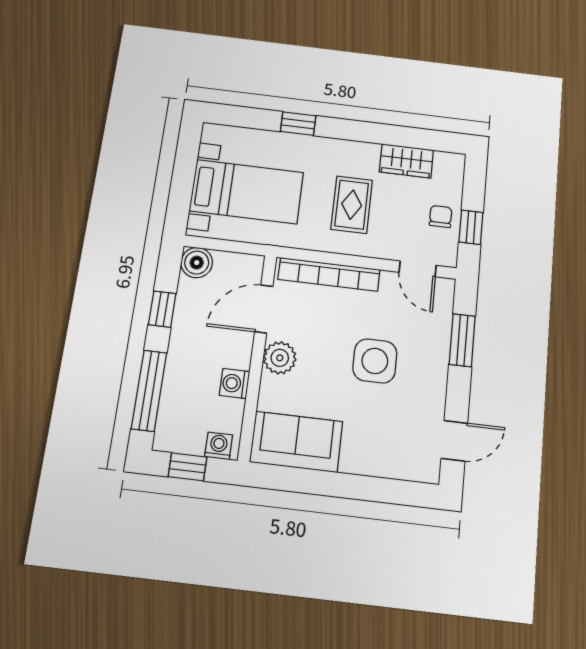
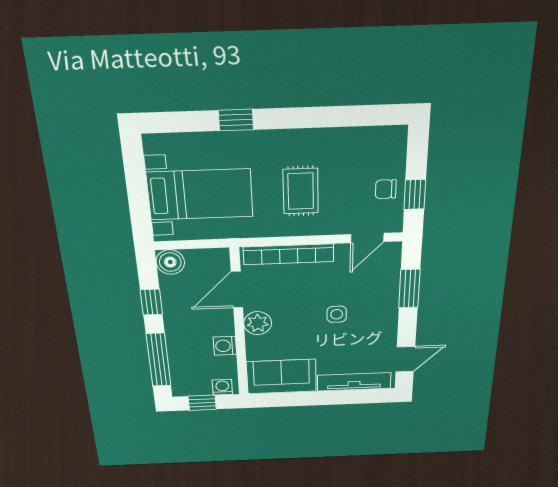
wardrobe: (406, 161) -> (349, 141), removed
chair: (441, 217) -> (386, 189), turned -90
door: (418, 269) -> (367, 238), hinge flipped
side table: (375, 361) -> (337, 314), width x0.54, depth x0.54
tv unit: (388, 466) -> (354, 382), added

